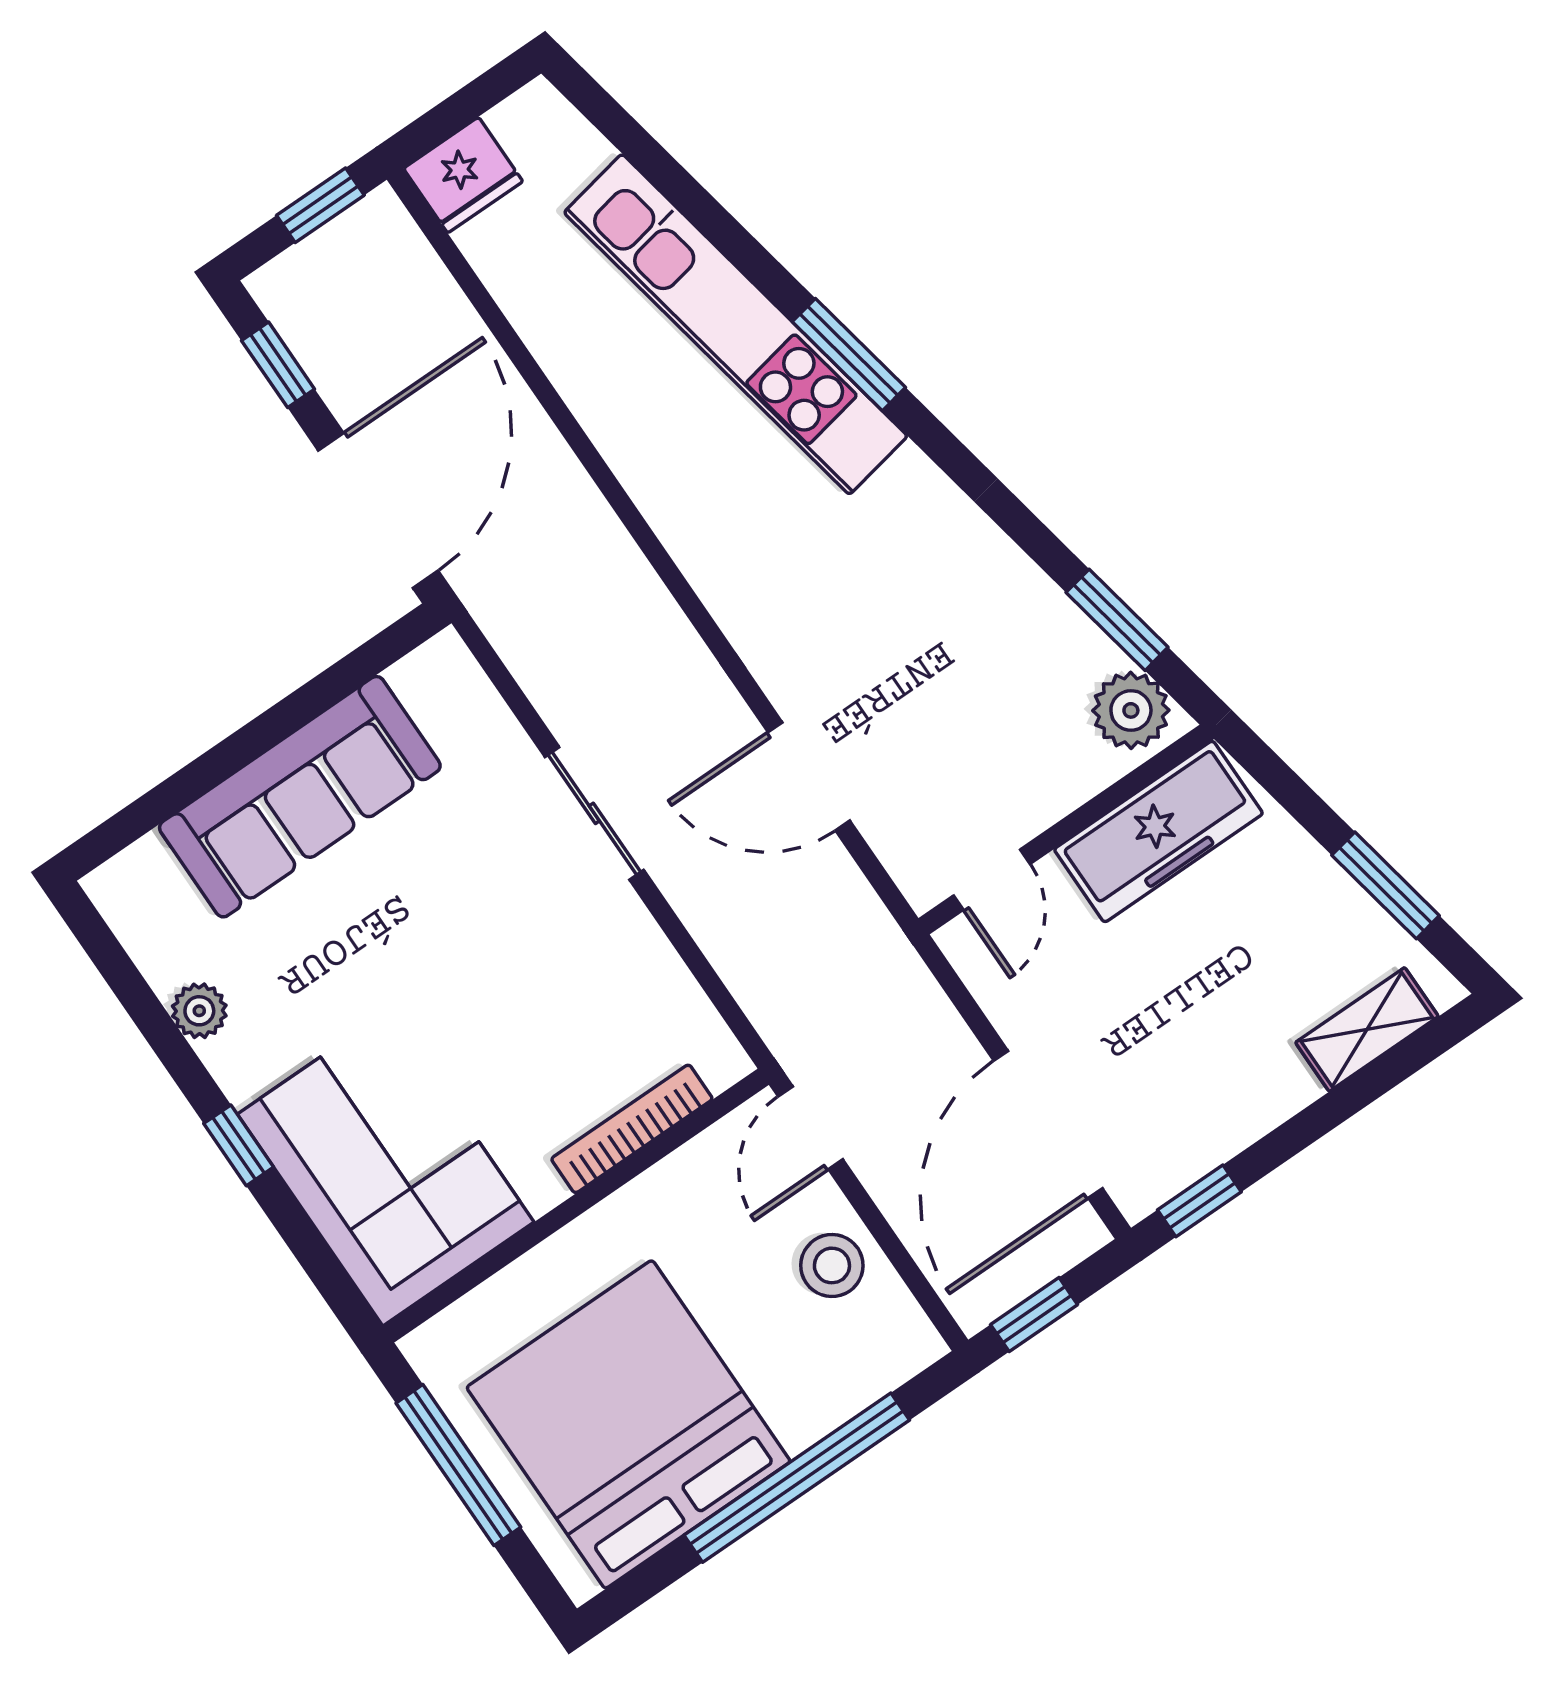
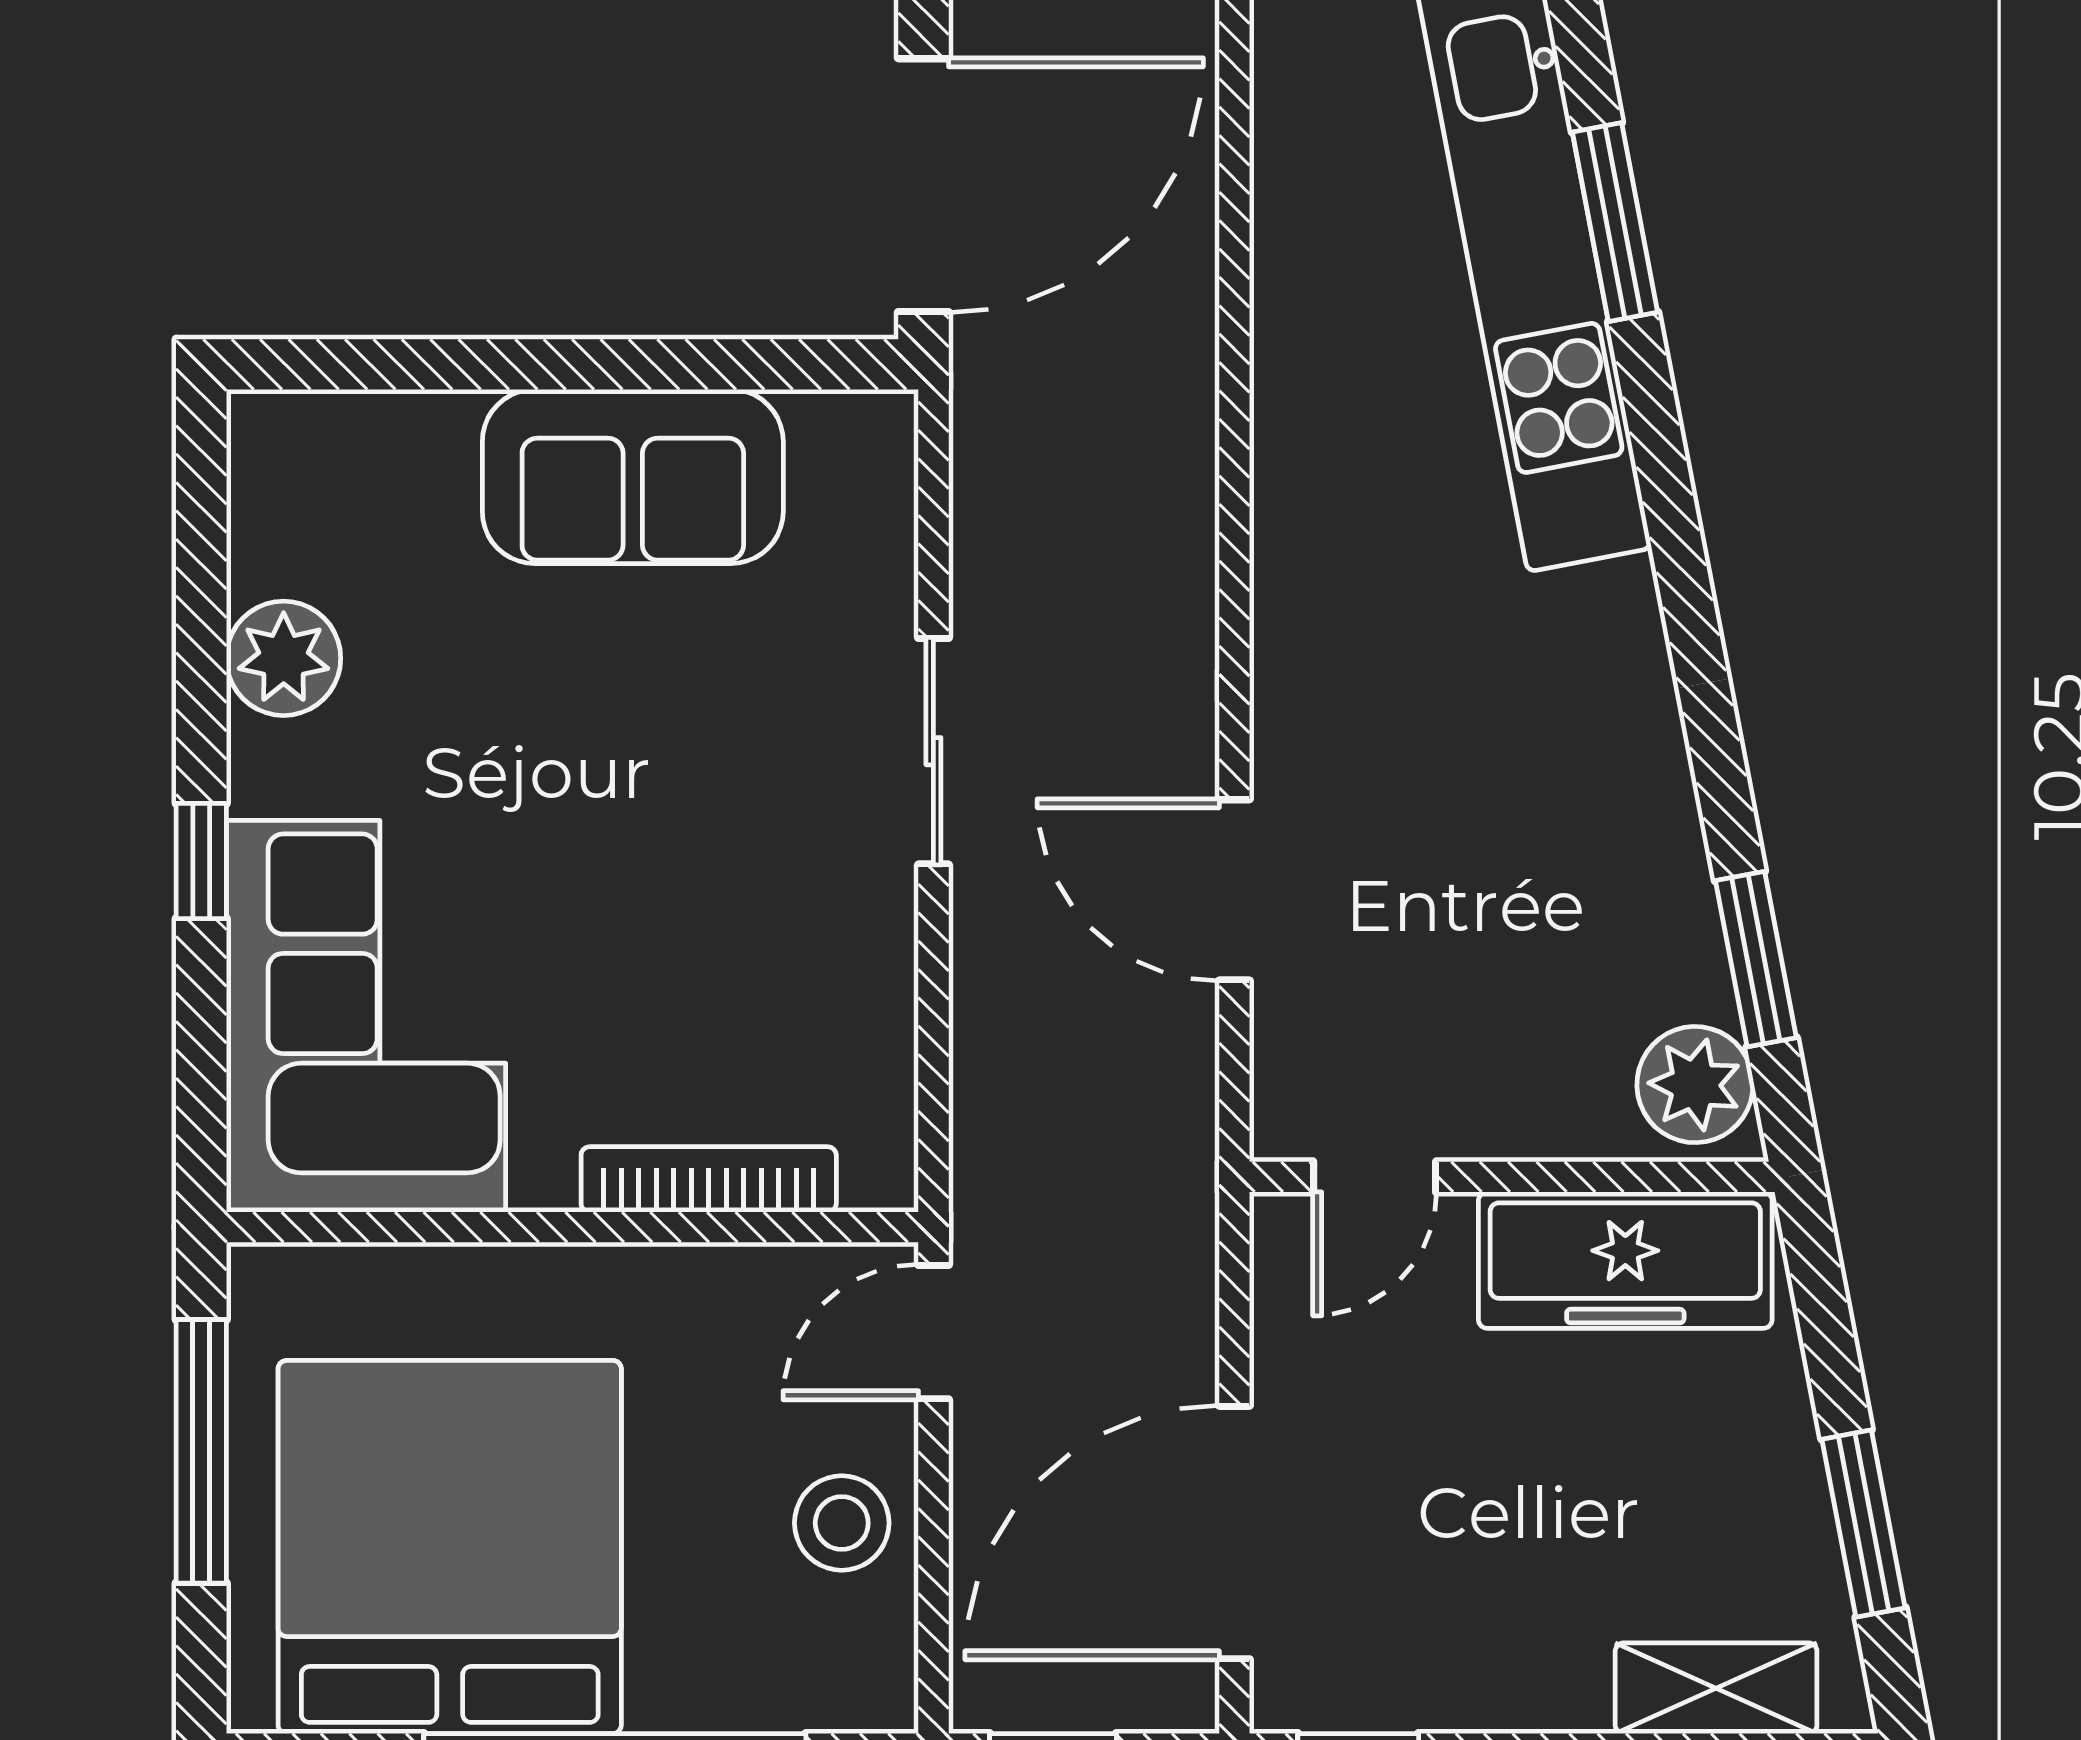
window: (849, 355) -> (1615, 222), moved
sofa: (300, 797) -> (633, 477), width x0.73
plant: (199, 1011) -> (284, 658), width x1.38, depth x1.38

